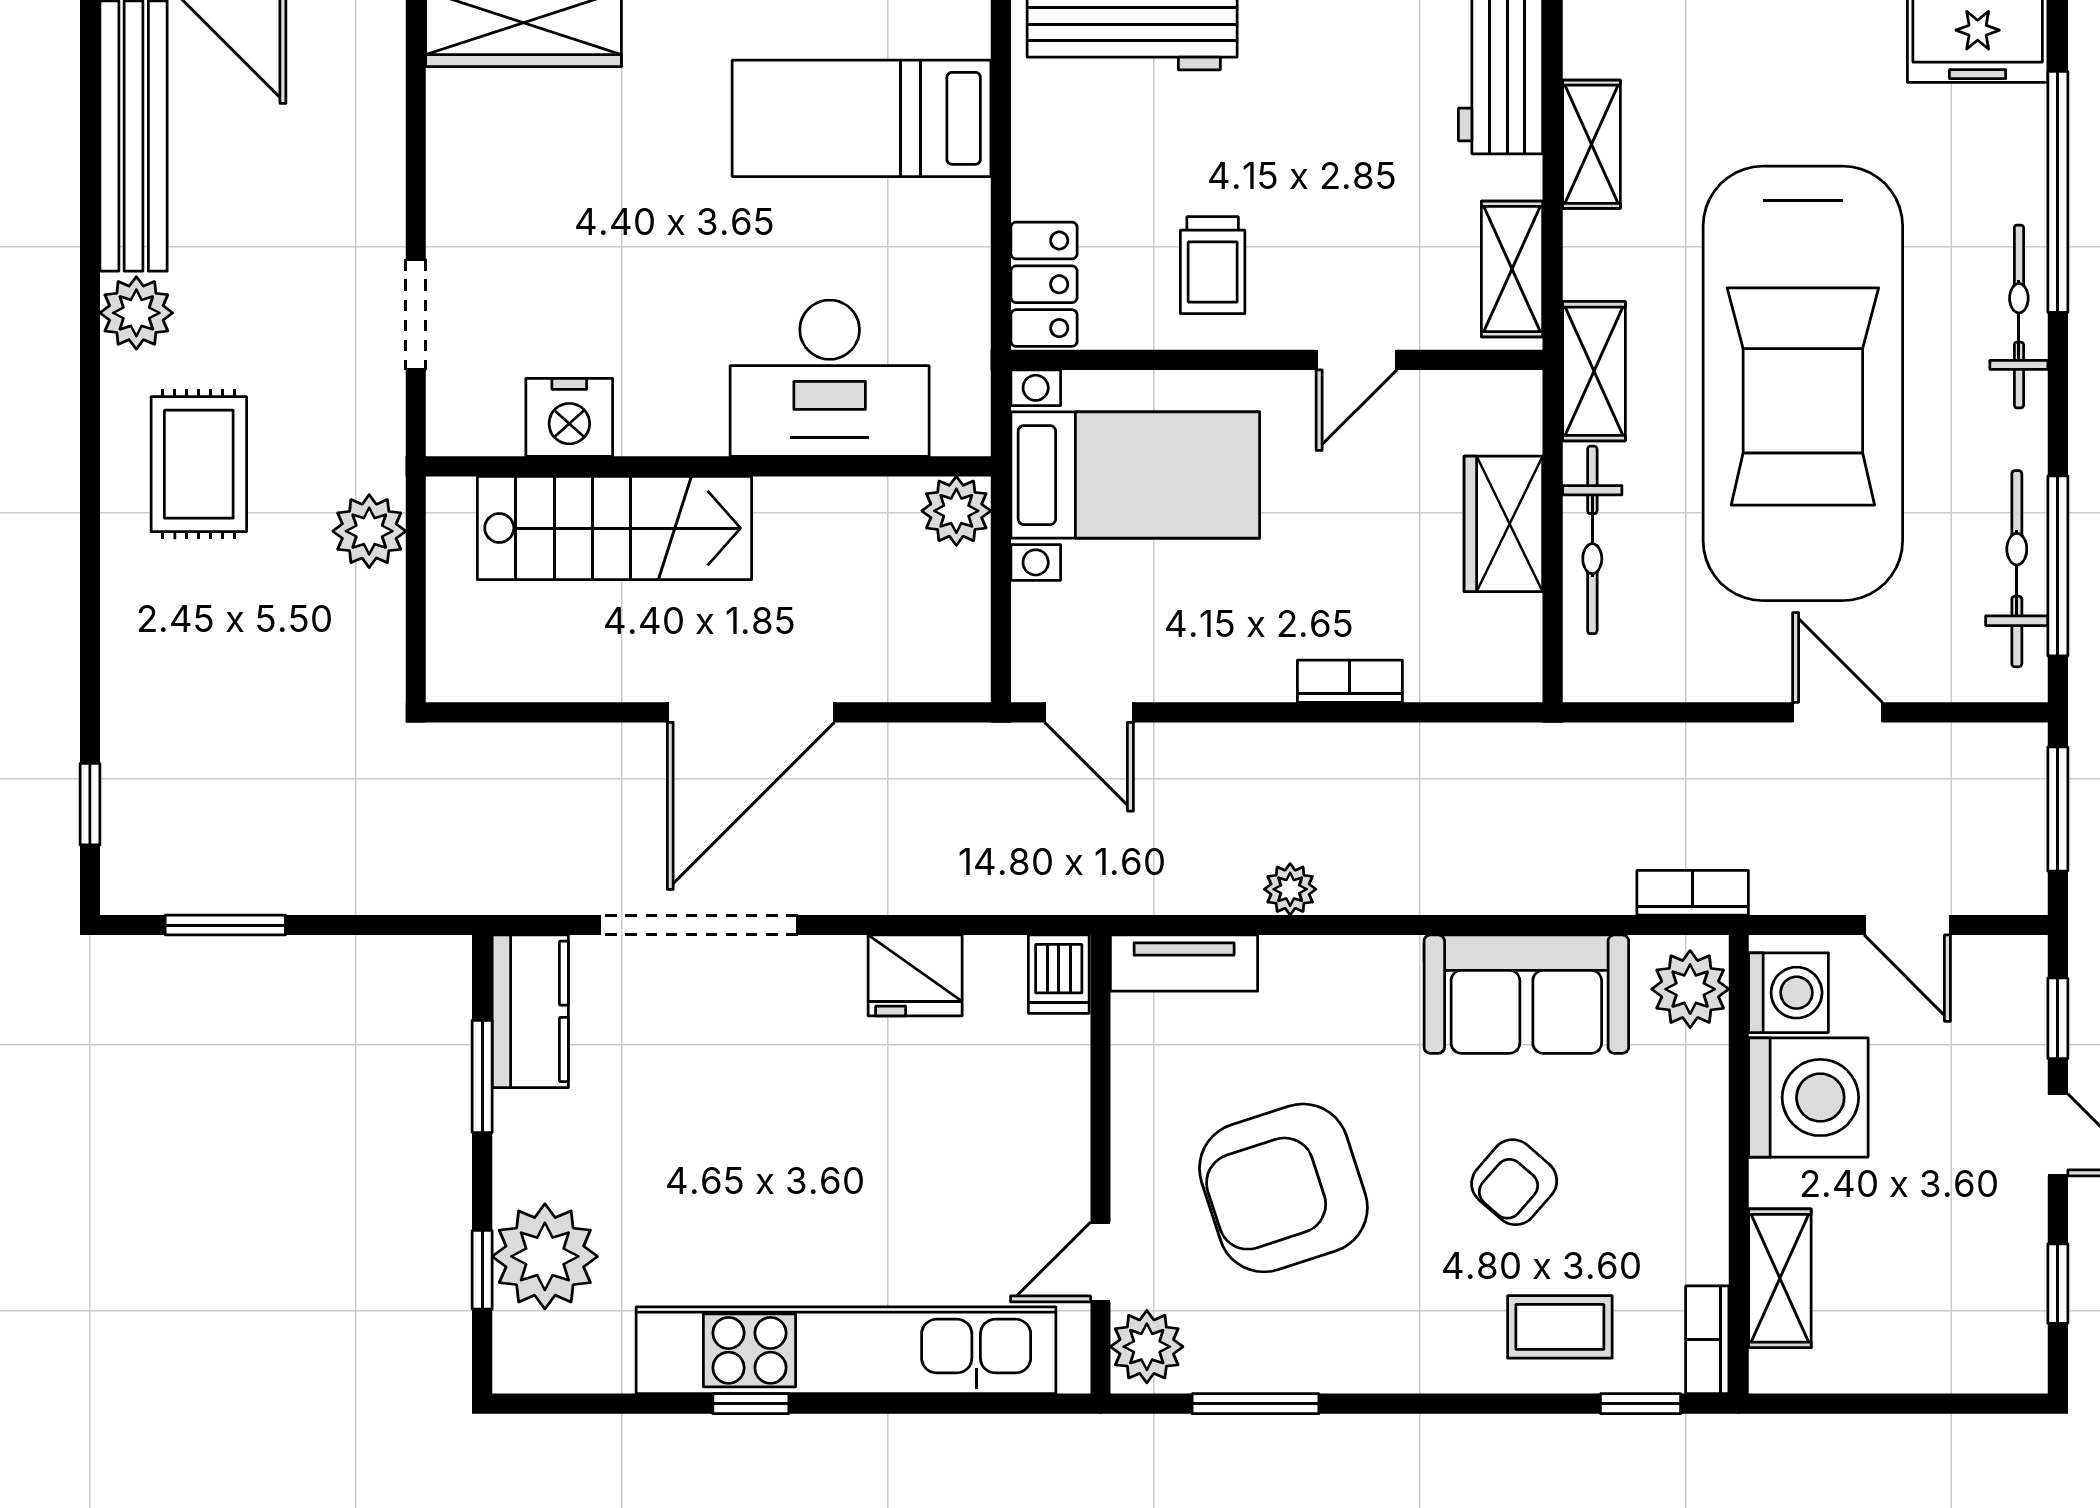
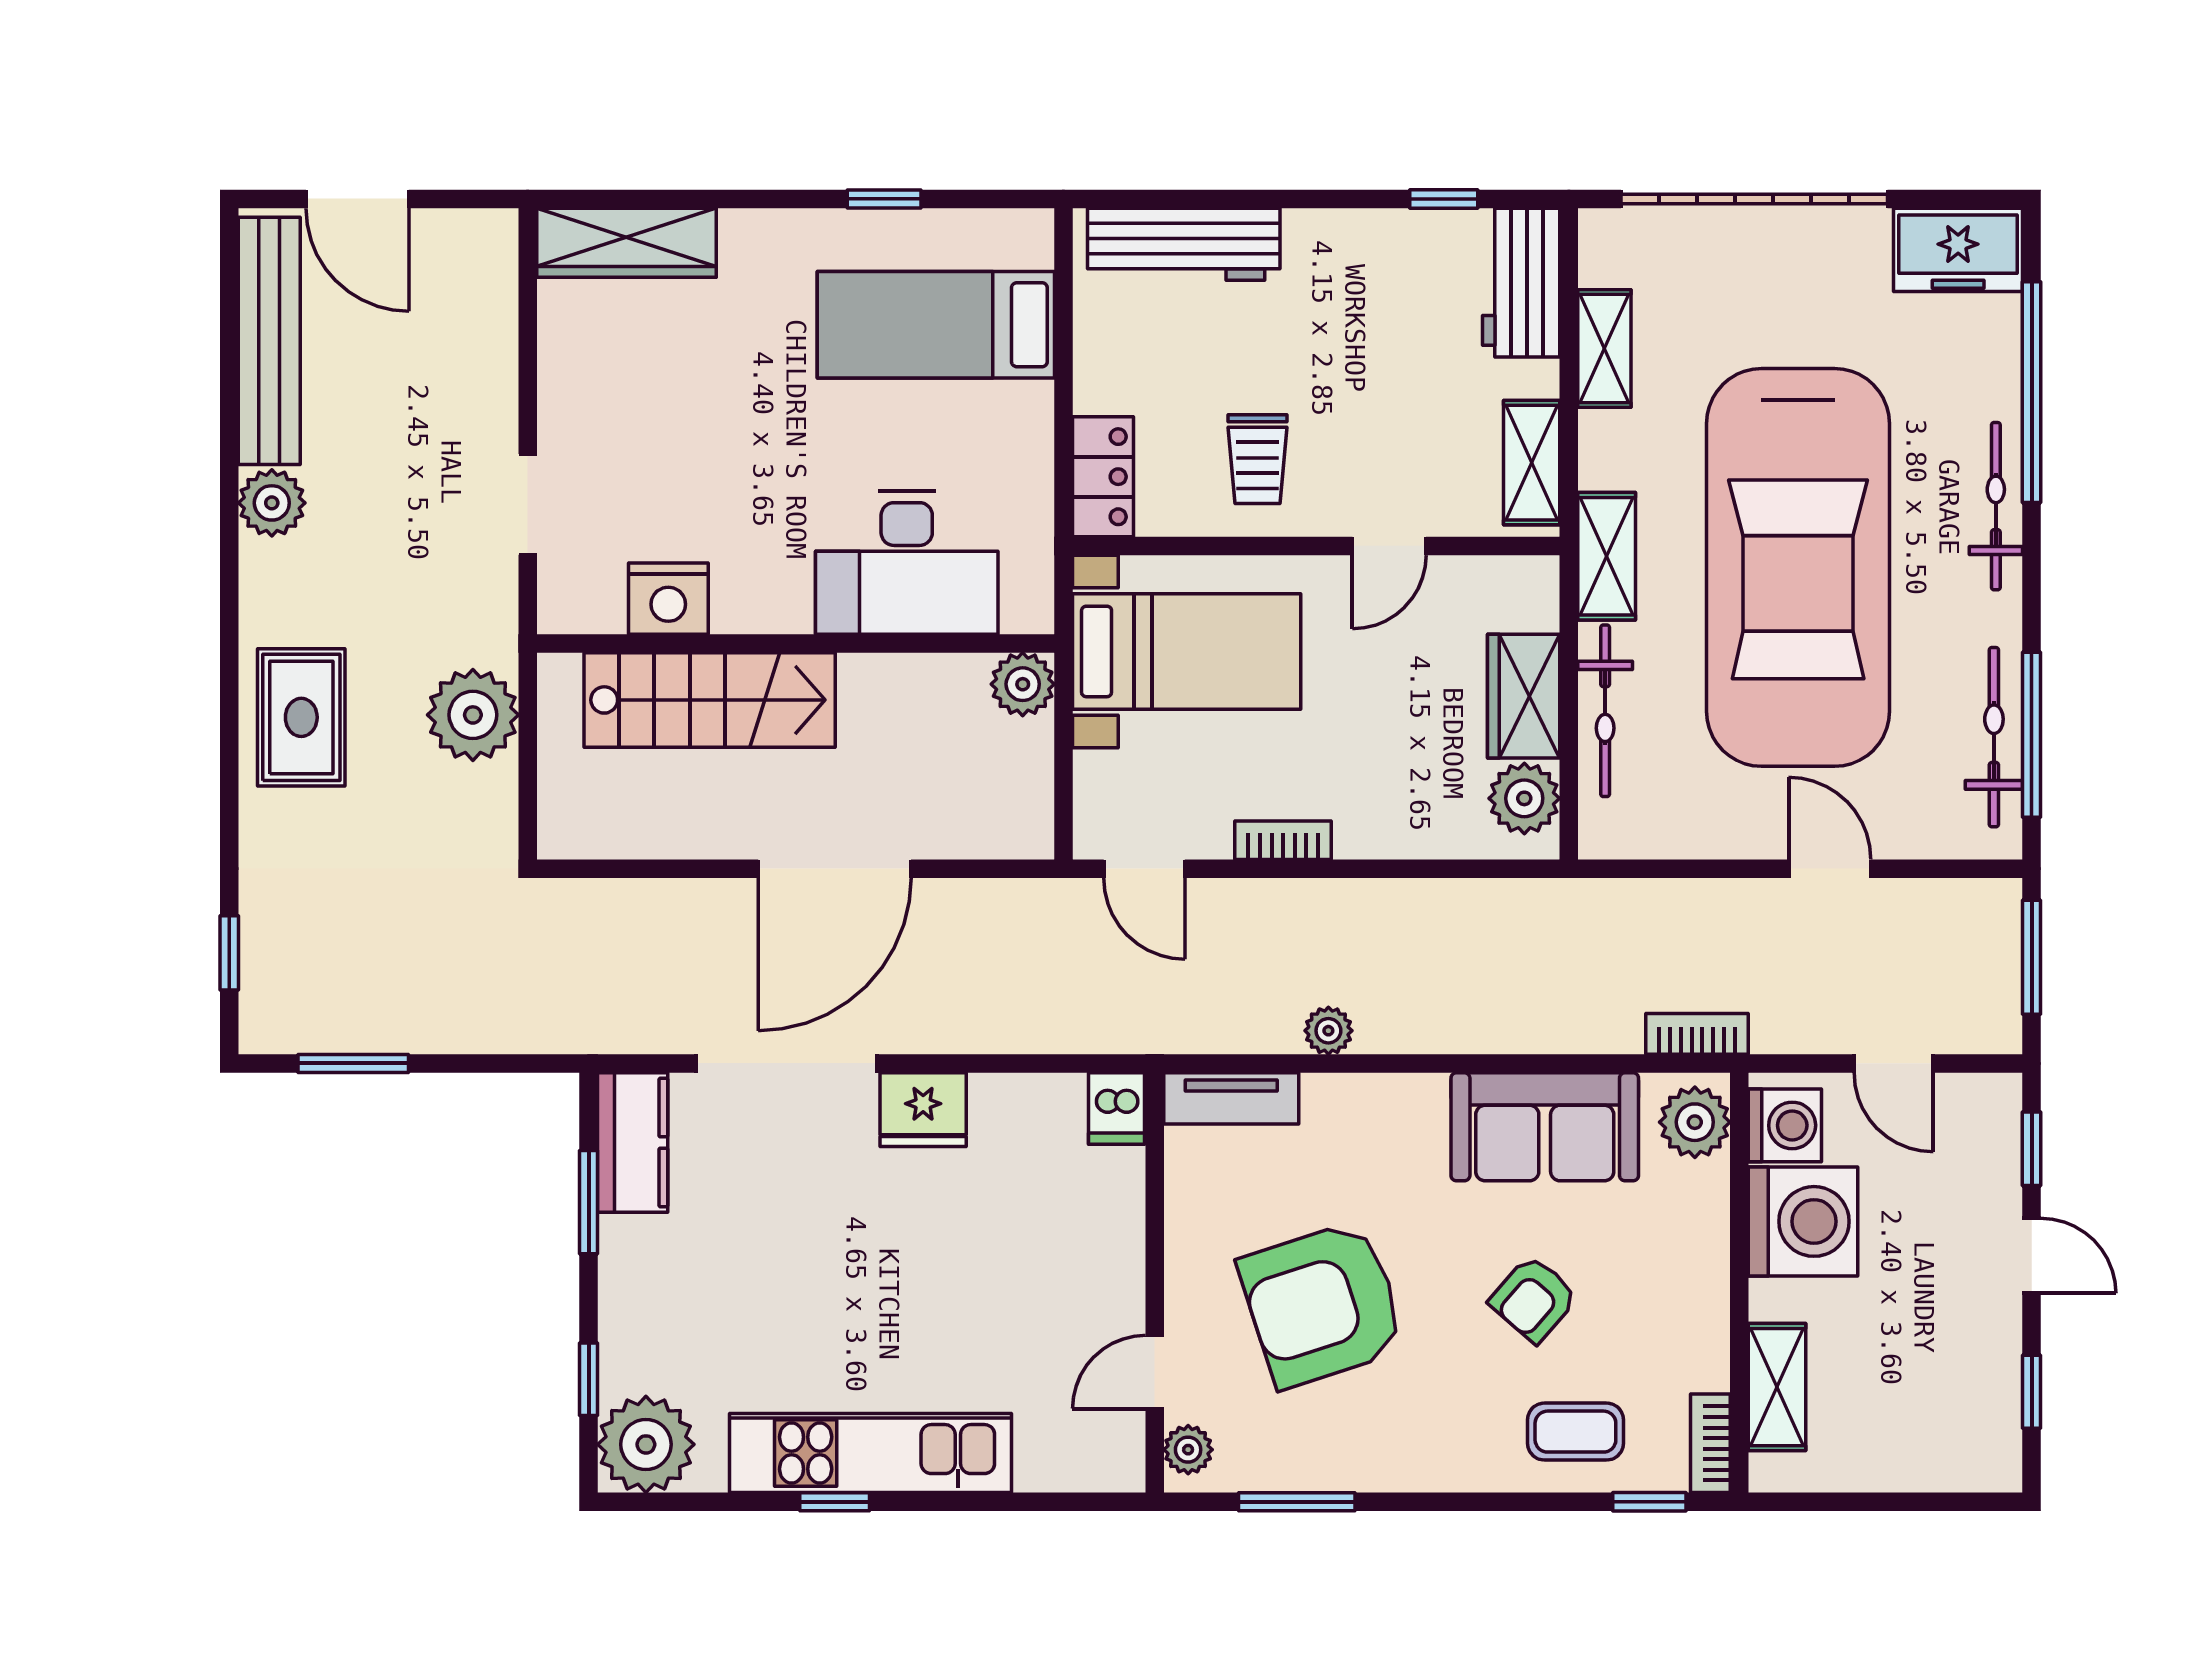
rug: (199, 464) -> (301, 717), moved
plant: (369, 531) -> (473, 715), width x1.36, depth x1.36
plant: (1504, 636) -> (1524, 798), added
bookcase: (1350, 681) -> (1283, 840), moved
fridge: (915, 975) -> (923, 1110), moved
plant: (545, 1256) -> (646, 1444), moved
plant: (1147, 1347) -> (1188, 1450), width x0.73, depth x0.73
kitchen unit: (846, 1350) -> (870, 1453), width x0.73

